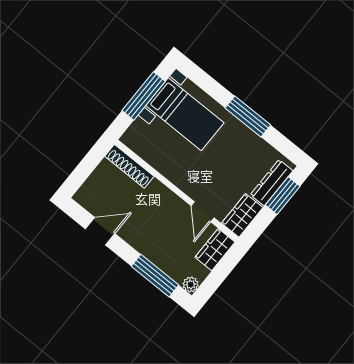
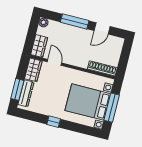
bed with nightstands: (185, 114) -> (88, 102), width x1.36
window: (248, 116) -> (54, 122), width x0.46
window: (155, 276) -> (75, 21), moved

